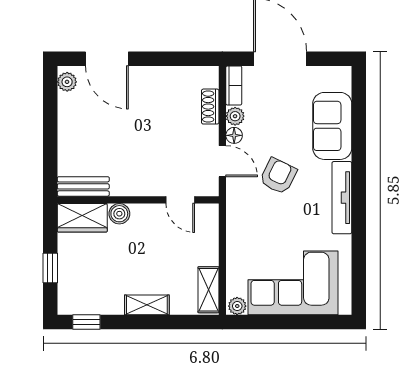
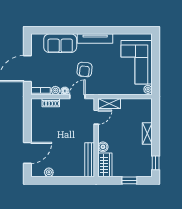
plant: (67, 82) -> (49, 172), moved
armchair: (278, 176) -> (85, 69), turned -110
bench: (83, 186) -> (90, 160), width x1.36
shelving: (208, 290) -> (109, 103), moved

